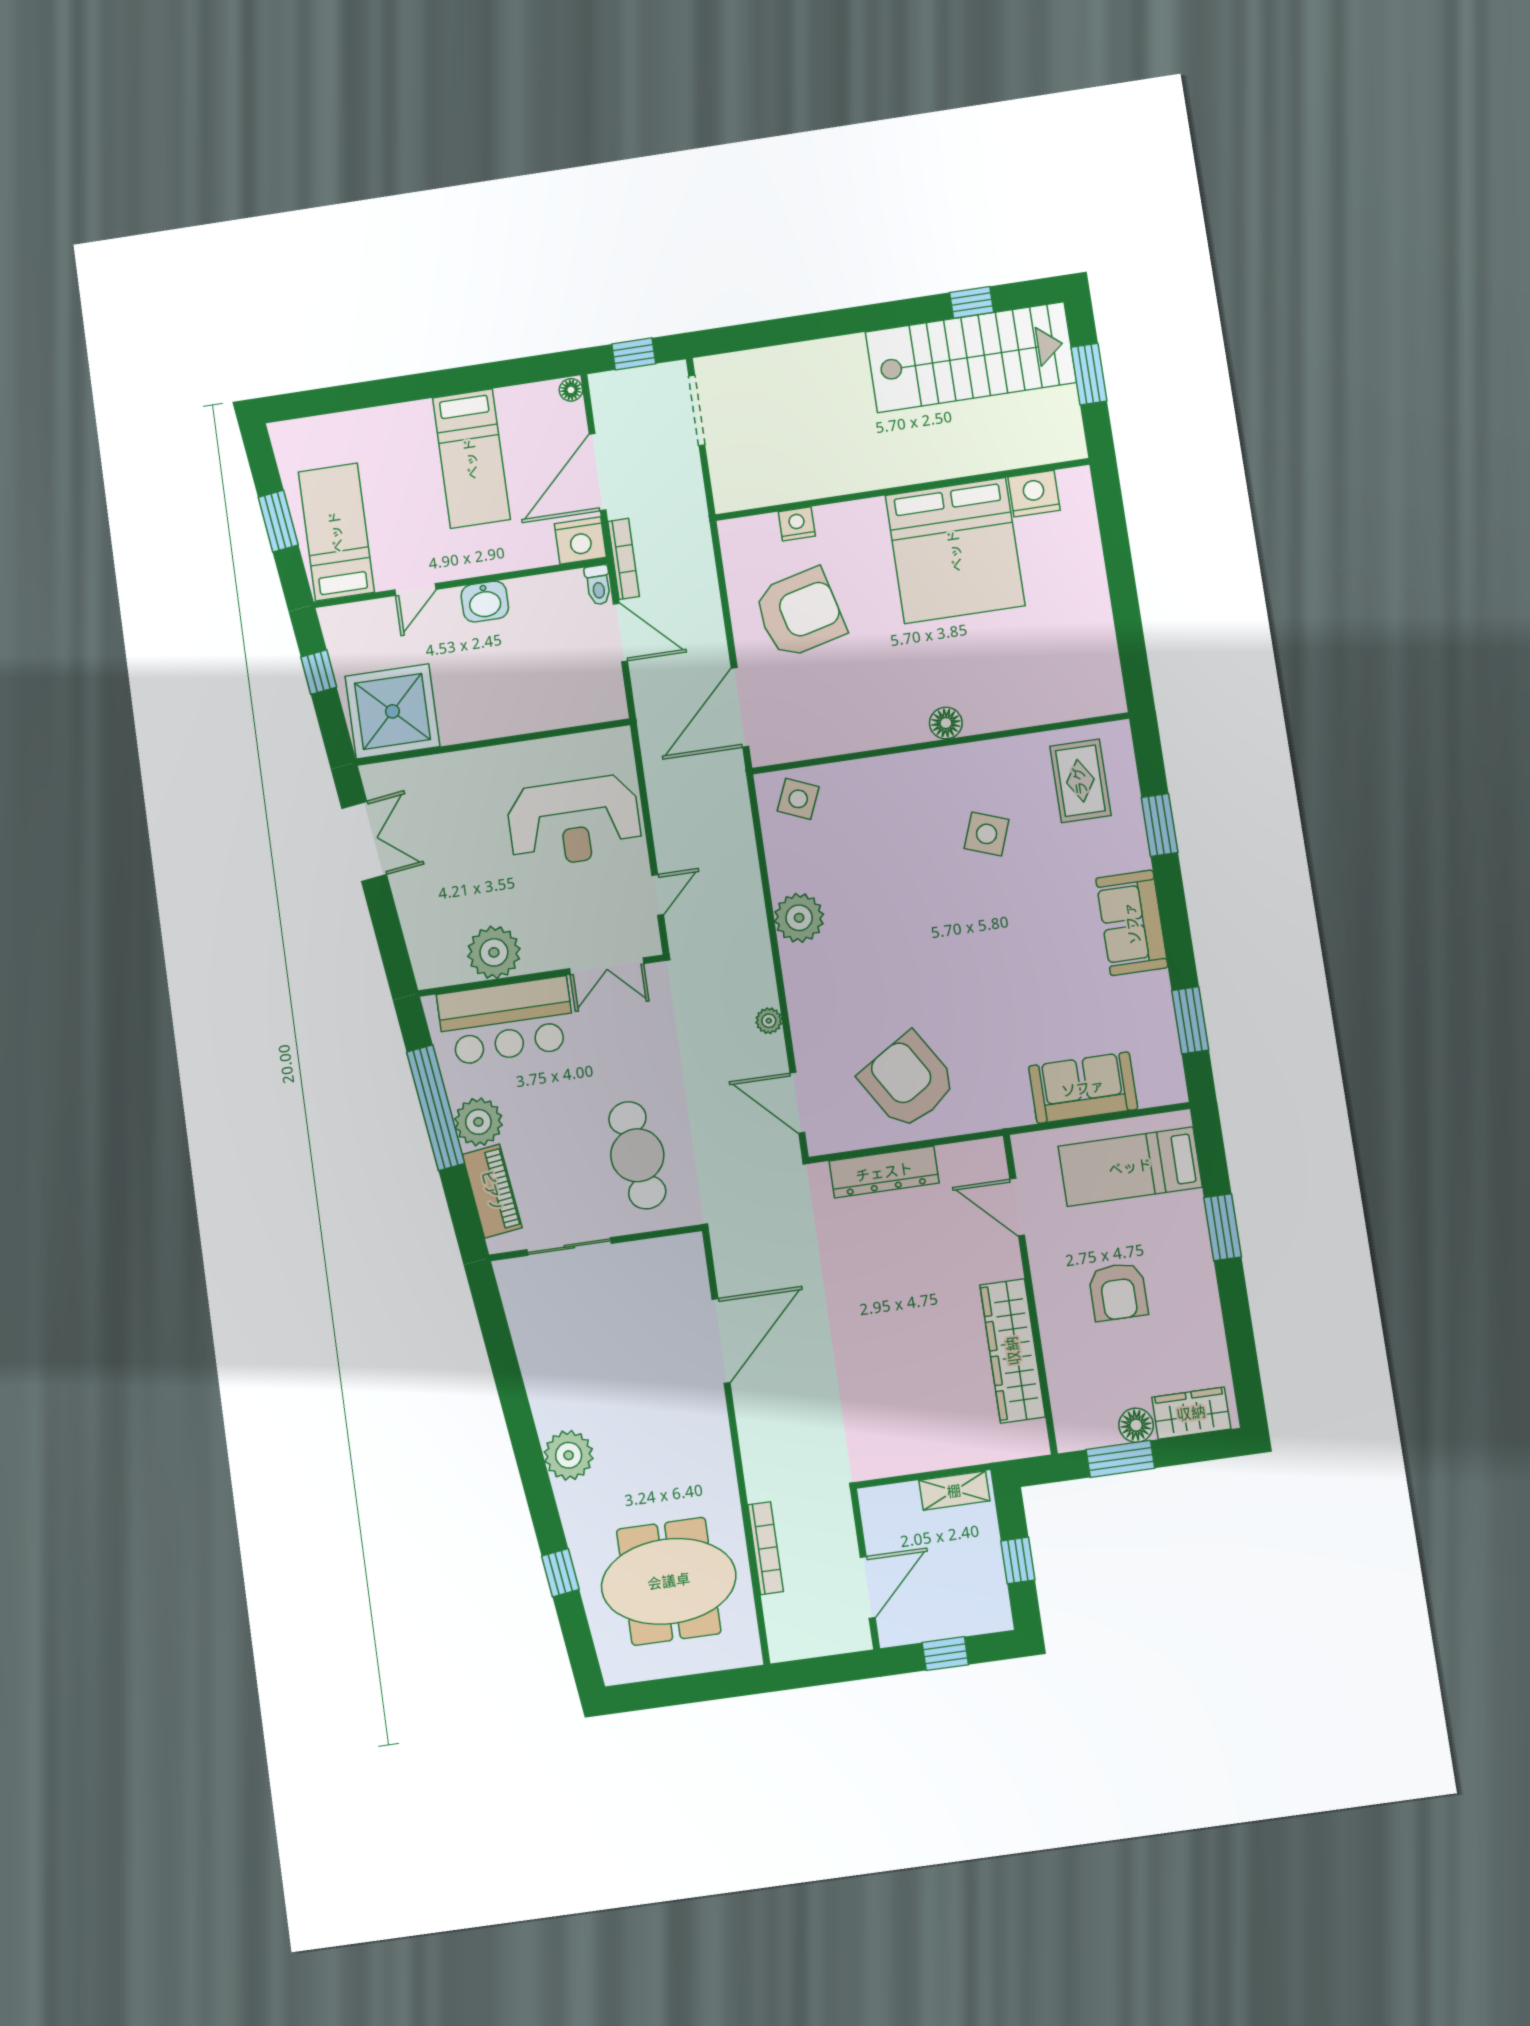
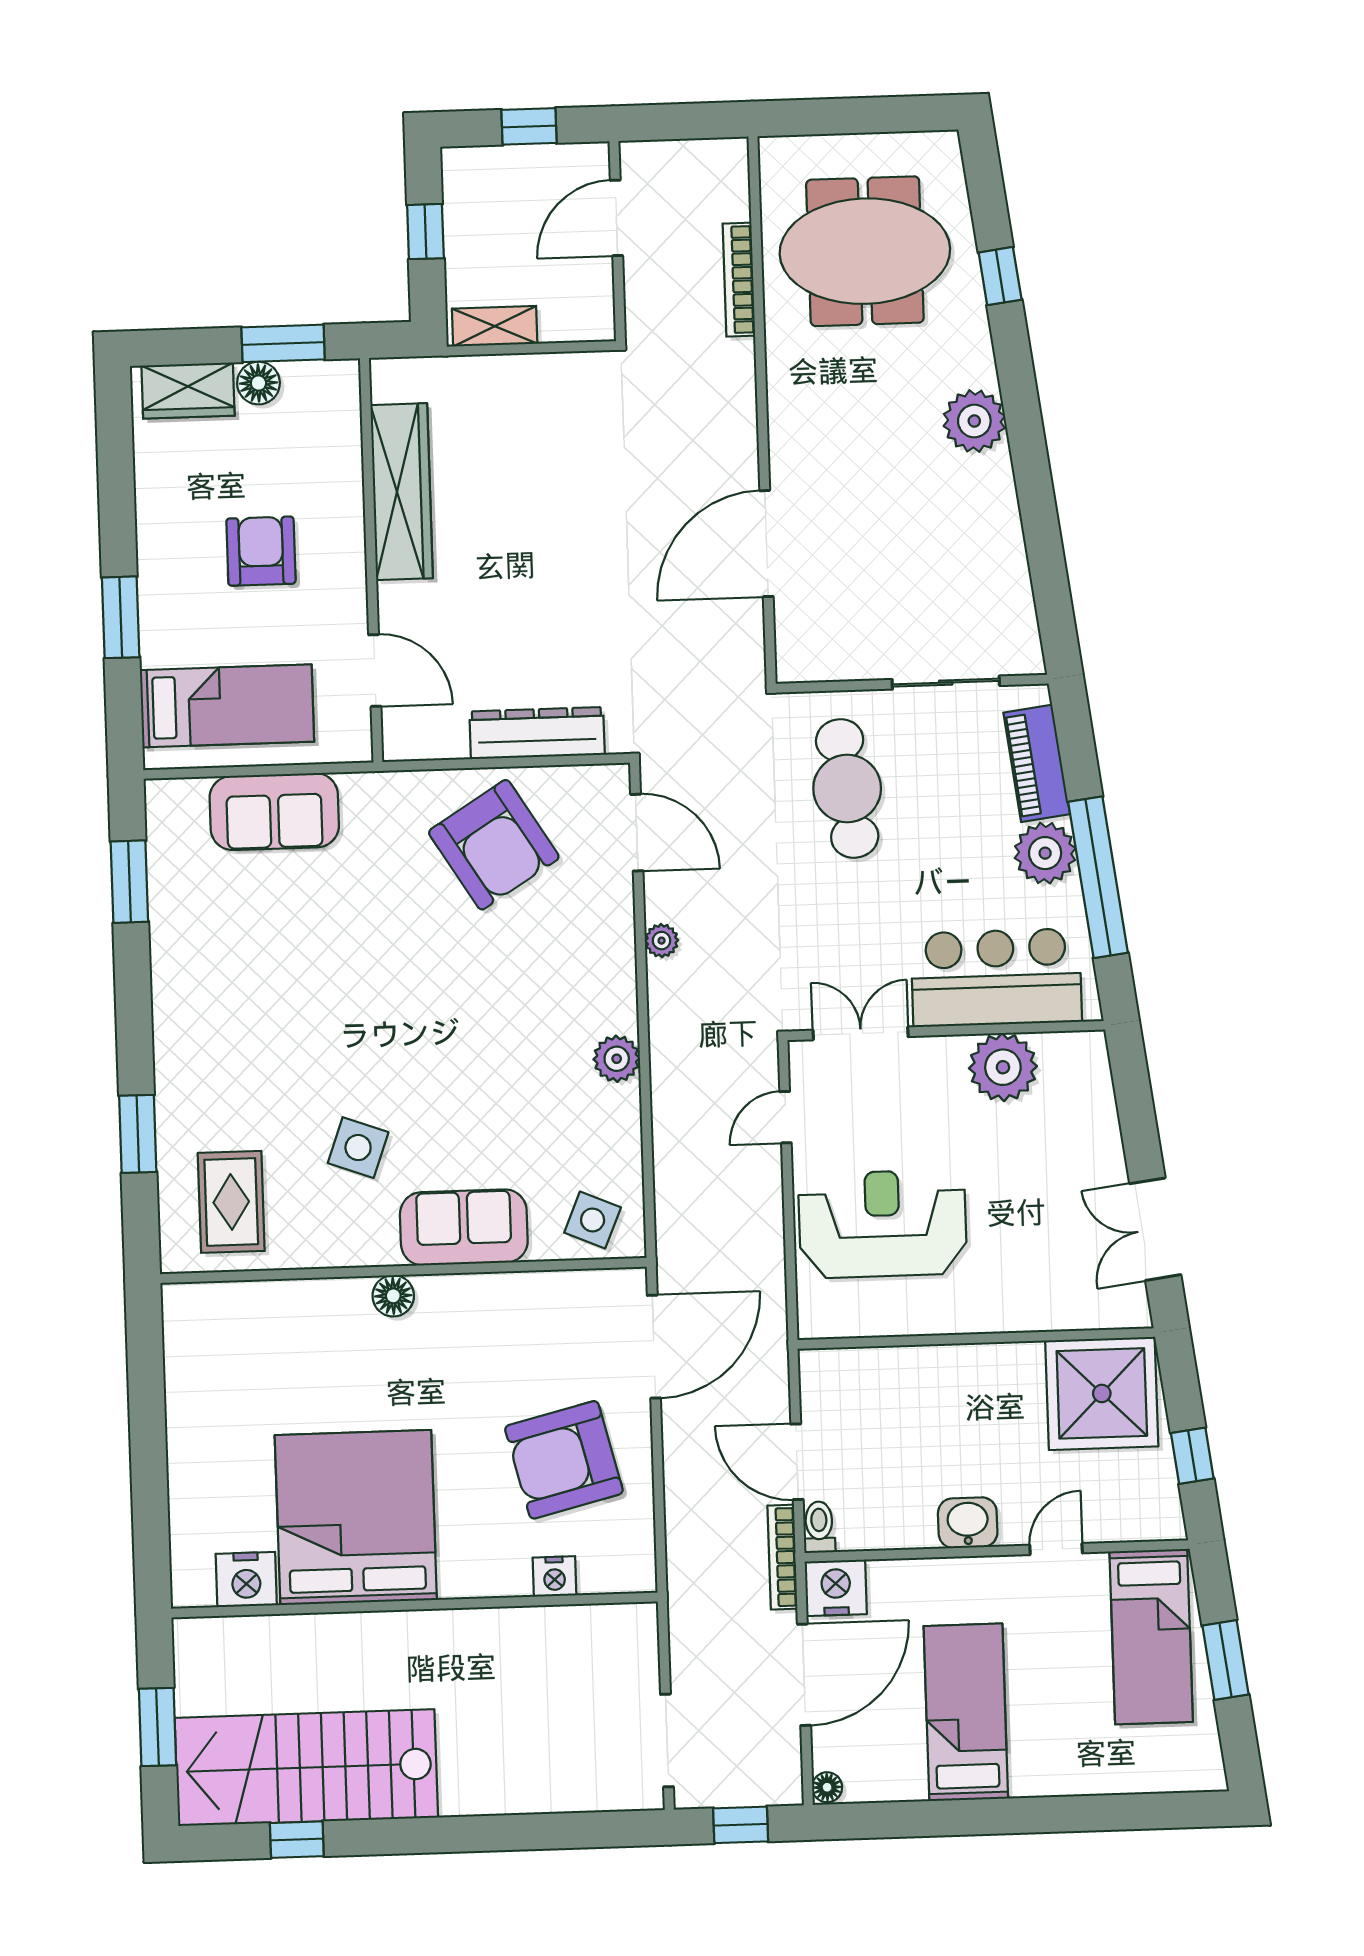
plant: (799, 918) -> (617, 1059), width x0.73, depth x0.73
sofa: (1132, 923) -> (464, 1227), moved, turned -90

